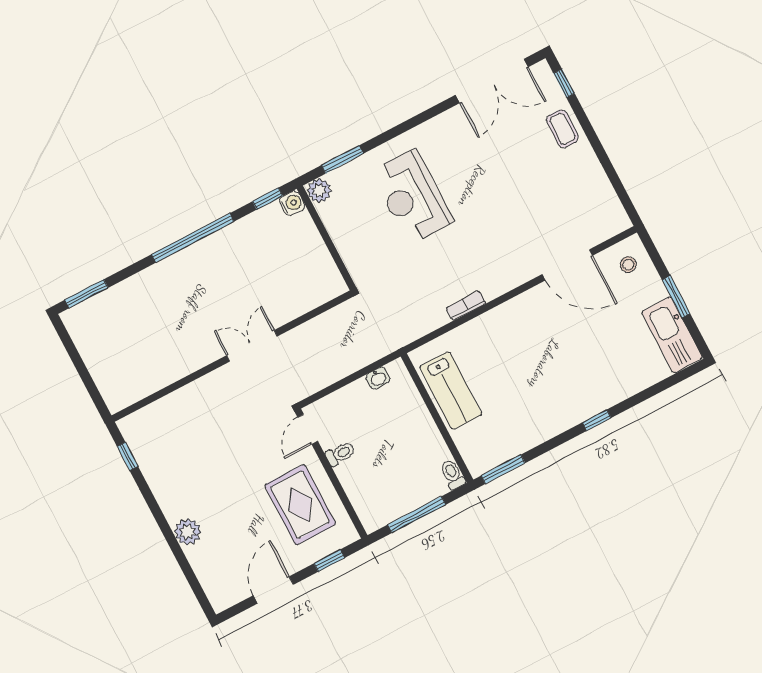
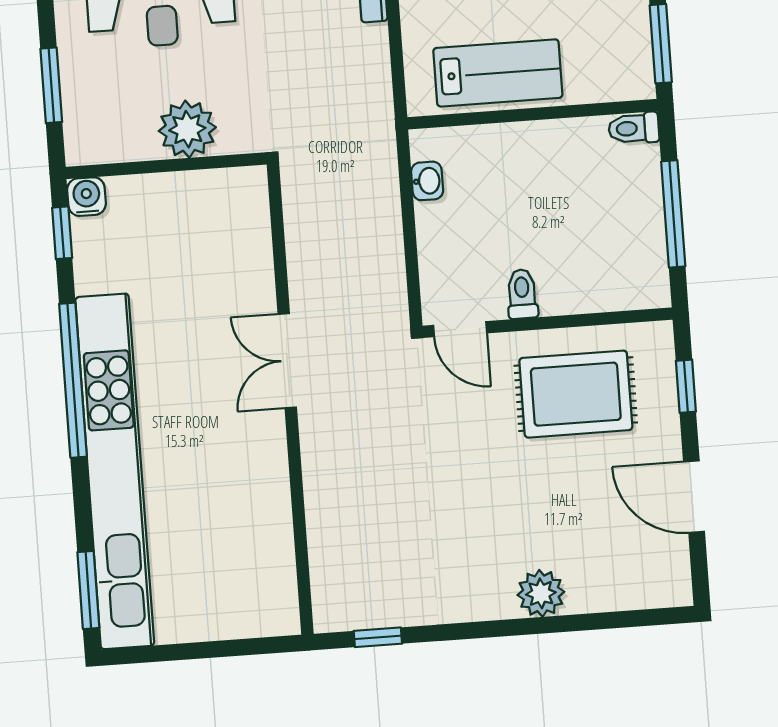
plant: (319, 191) -> (187, 129), moved, width x1.36, depth x1.36
kitchen unit: (155, 281) -> (115, 471), added

